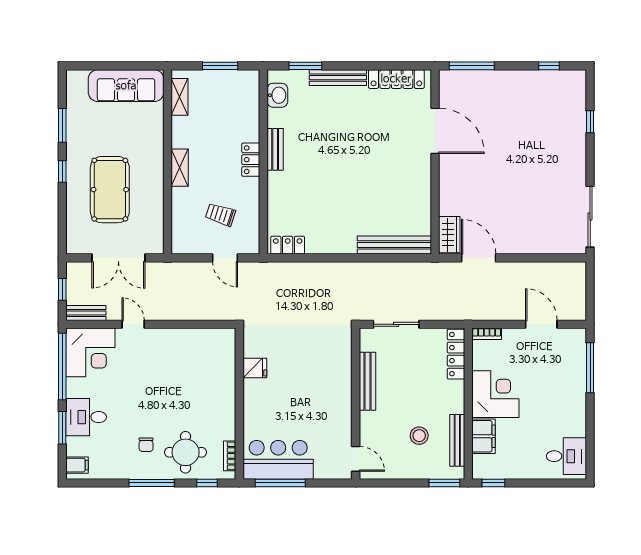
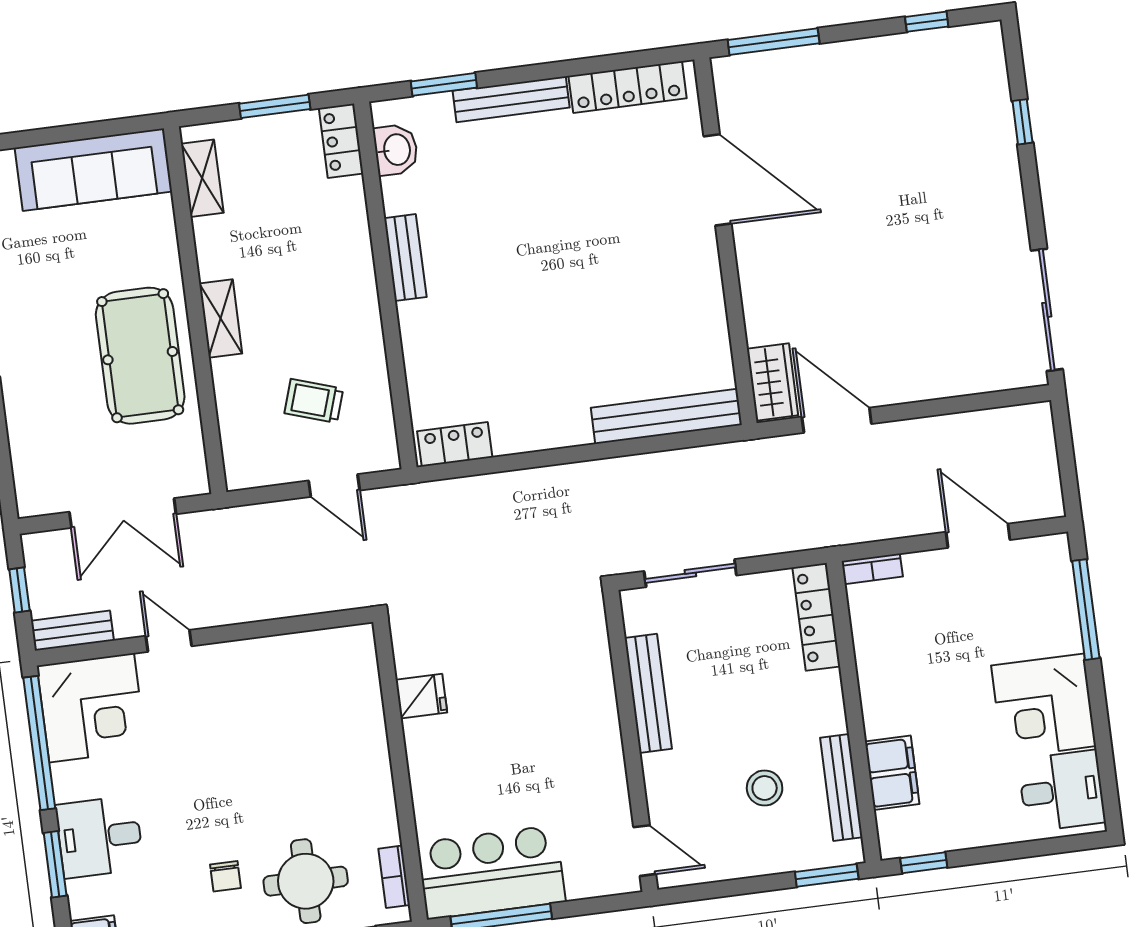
locker: (251, 160) -> (341, 141), moved
pool table: (110, 190) -> (140, 356), moved
corner desk: (495, 394) -> (1044, 706), moved, turned 180

